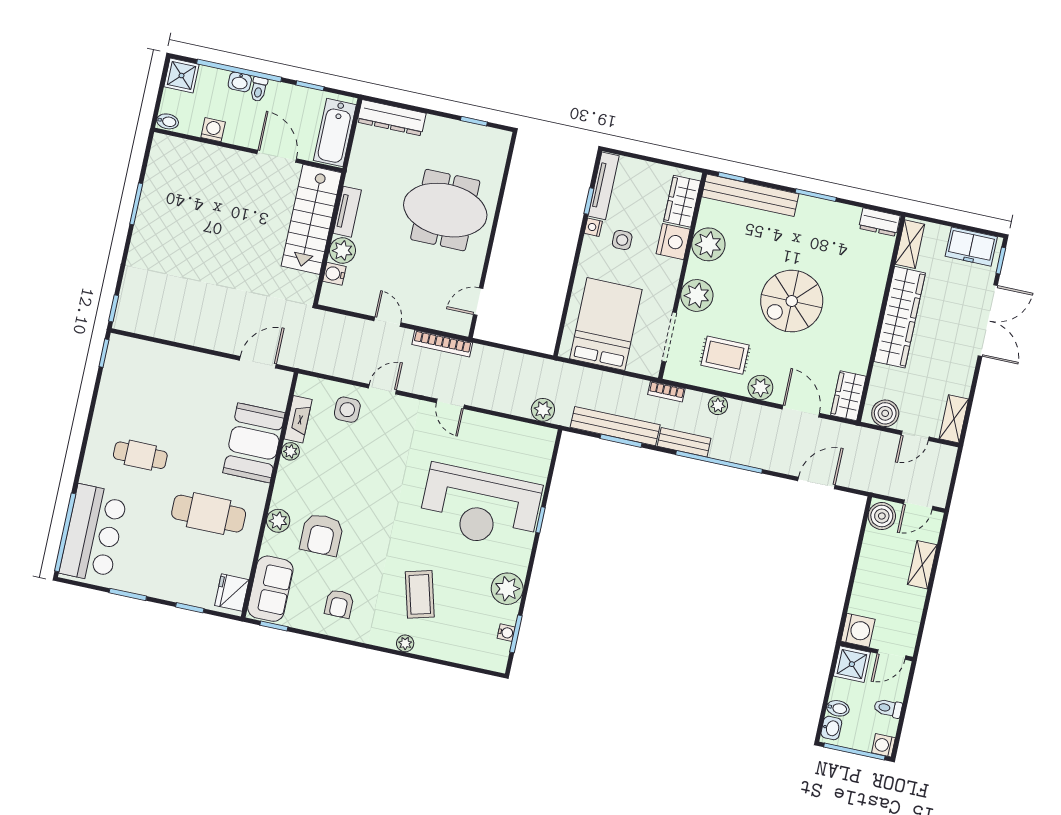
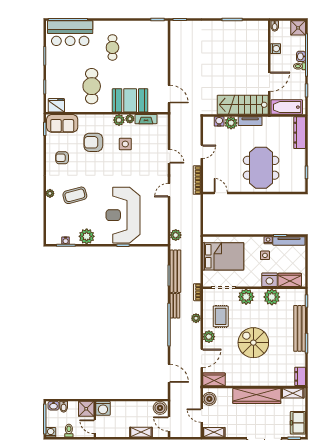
bench: (750, 195) -> (300, 328), moved
side table: (347, 410) -> (125, 144), moved
plant: (278, 521) -> (119, 120), moved

